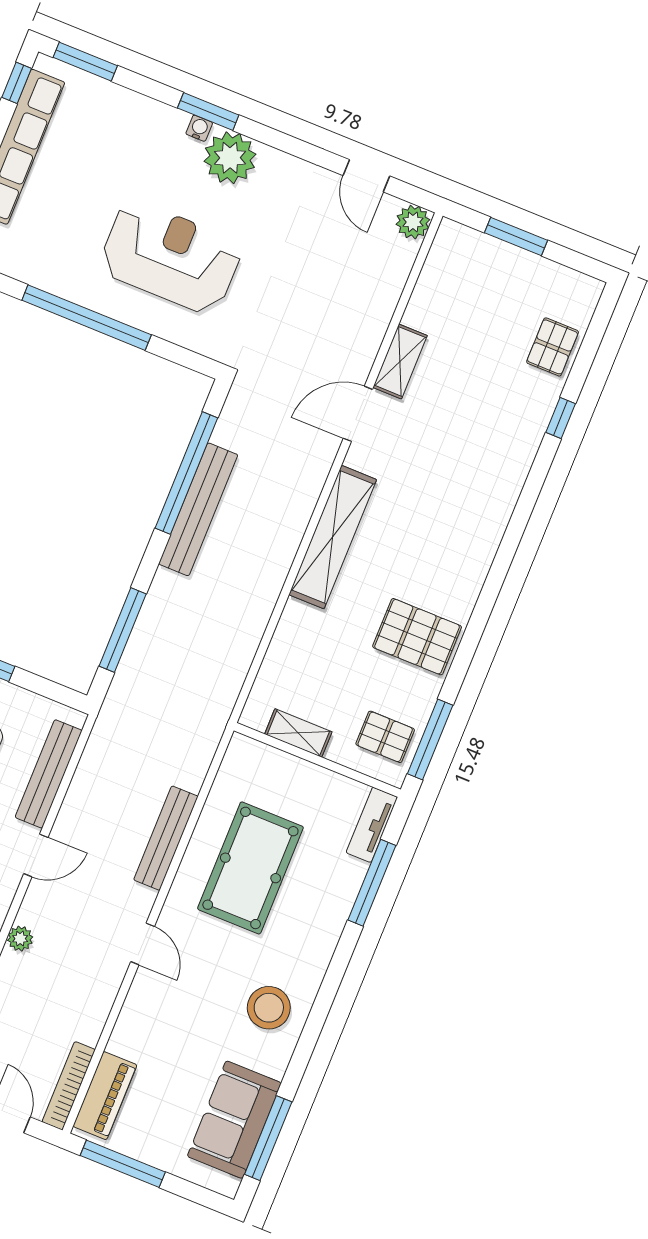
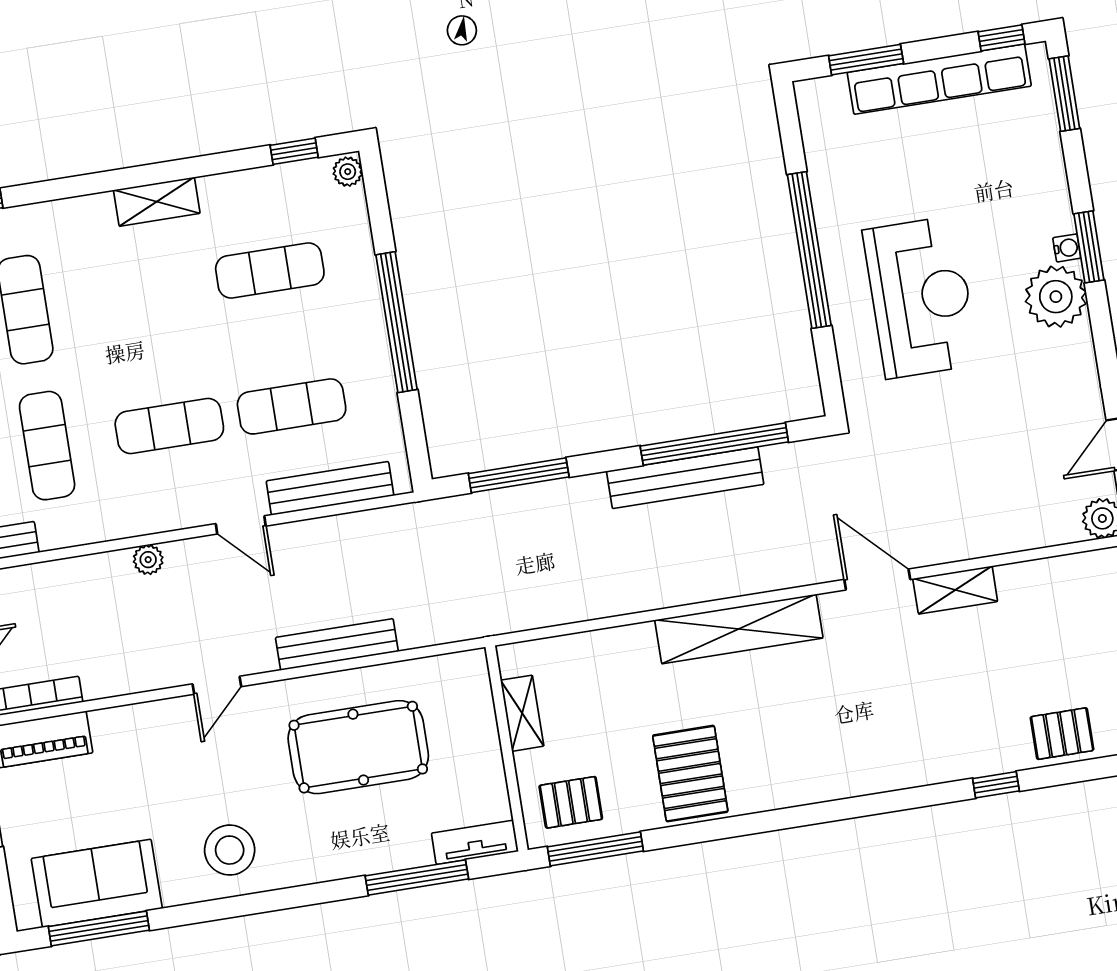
pallet: (385, 737) -> (571, 802), turned 90

